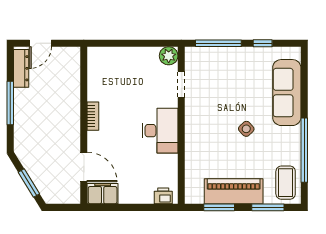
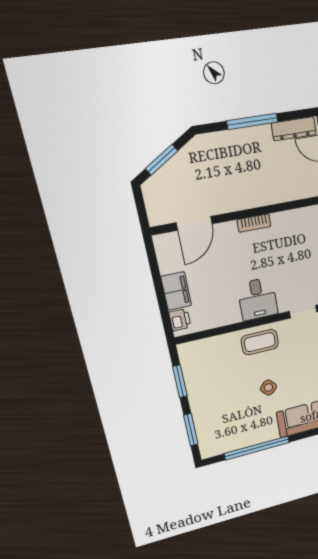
desk: (160, 131) -> (258, 299), width x0.73
coffee table: (286, 183) -> (260, 342), moved
piano: (234, 191) -> (201, 392), removed
filing cabinet: (103, 194) -> (176, 291), moved

